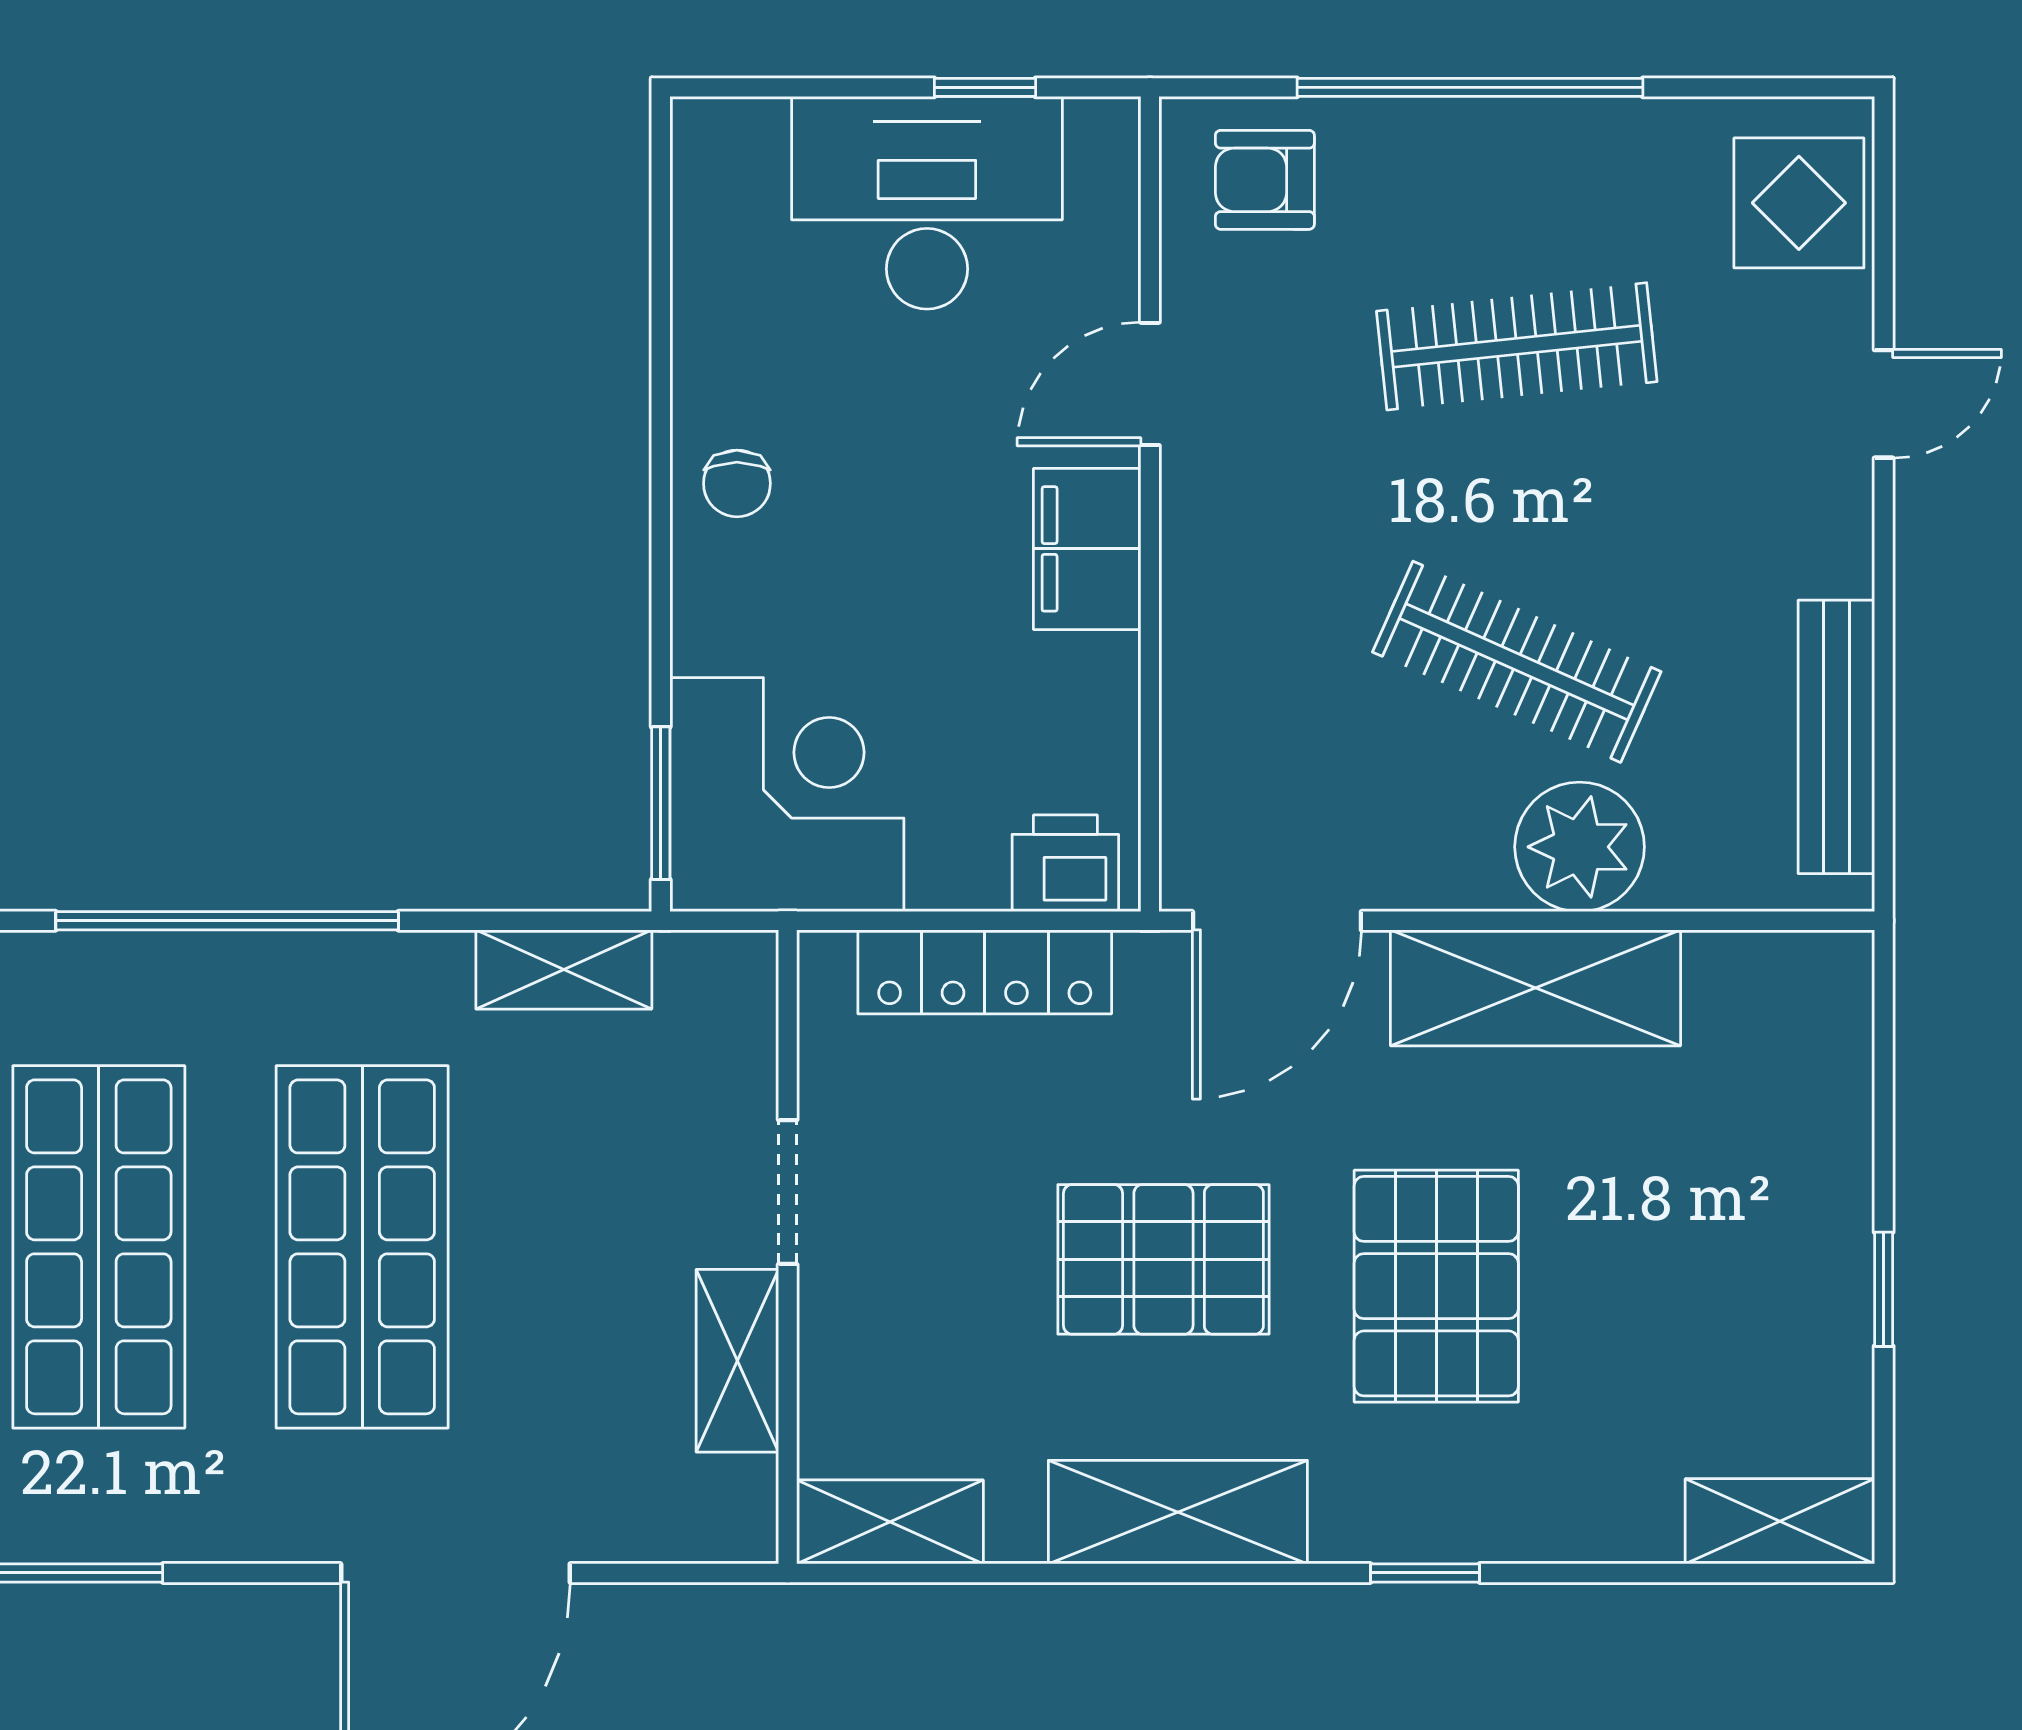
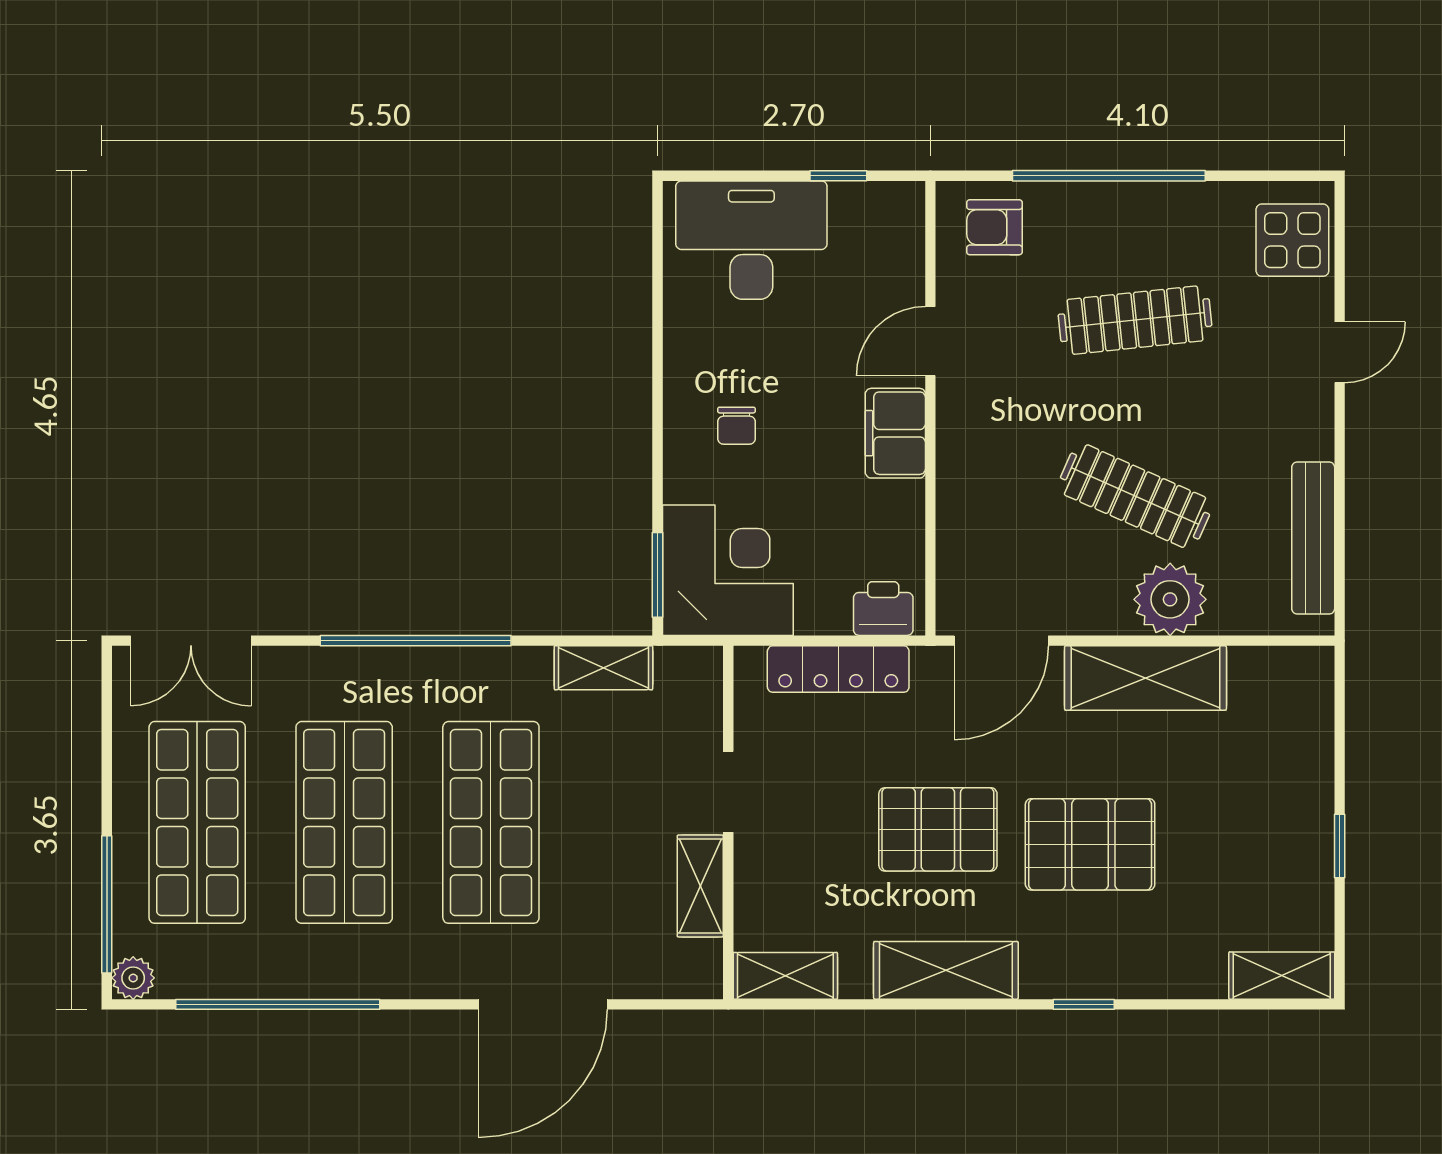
desk: (927, 203) -> (751, 240), moved
chair: (737, 483) -> (737, 426), moved
pallet: (1436, 1286) -> (1090, 844), turned 90

